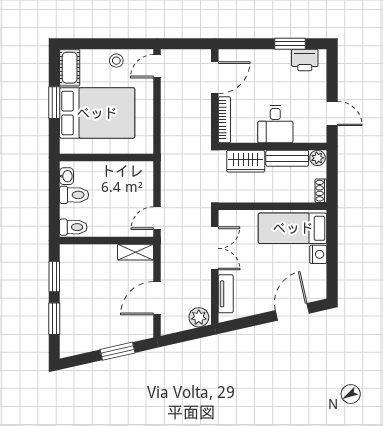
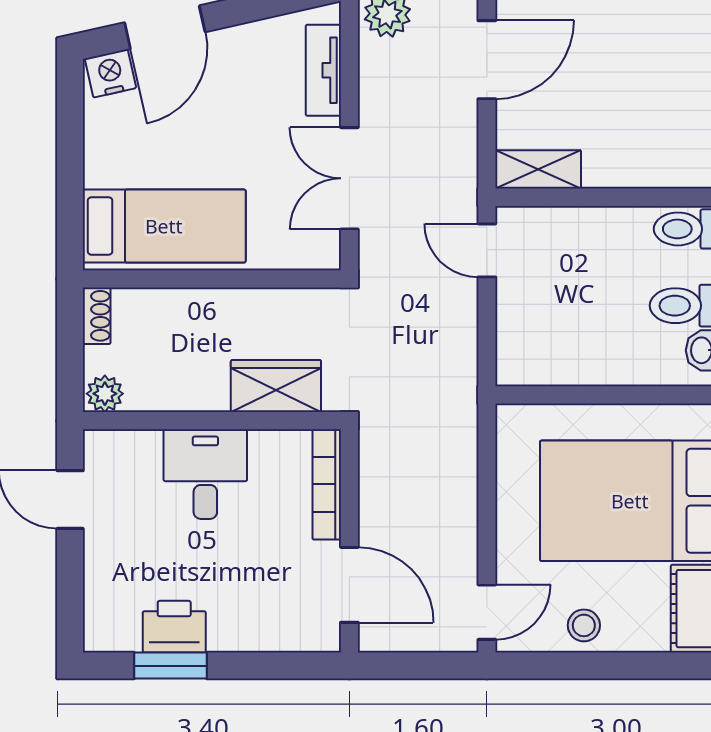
printer: (305, 60) -> (174, 627), moved
door: (215, 78) -> (349, 585), swing flipped
bench: (287, 158) -> (177, 393), removed
door: (157, 218) -> (487, 250), swing flipped
nightstand: (318, 254) -> (110, 73), moved, turned 77

